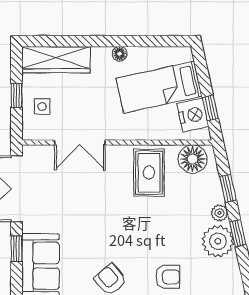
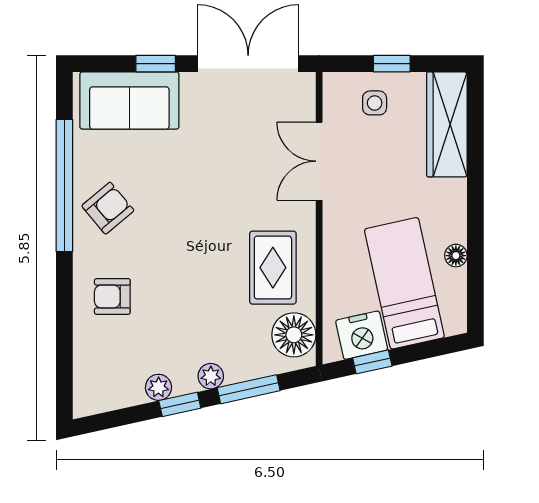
floor lamp: (120, 54) -> (456, 256), moved
rug: (149, 173) -> (273, 268), turned 90
window: (228, 188) -> (249, 389), width x1.50
plant: (218, 241) -> (158, 387), width x0.53, depth x0.53
armchair: (168, 277) -> (112, 297), turned 90

